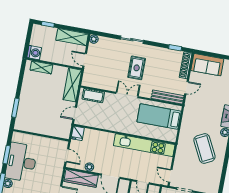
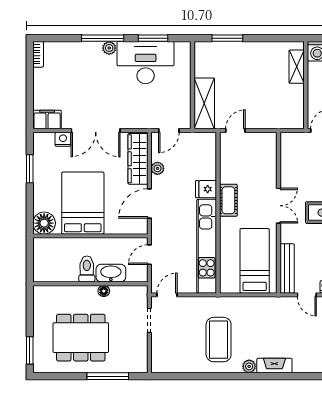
shelving: (72, 85) -> (204, 103), moved, turned 90
cot: (93, 96) -> (228, 200), moved
door: (75, 113) -> (235, 131), hinge flipped
fridge: (78, 133) -> (206, 189), moved
coffee table: (204, 148) -> (219, 340), turned -63

